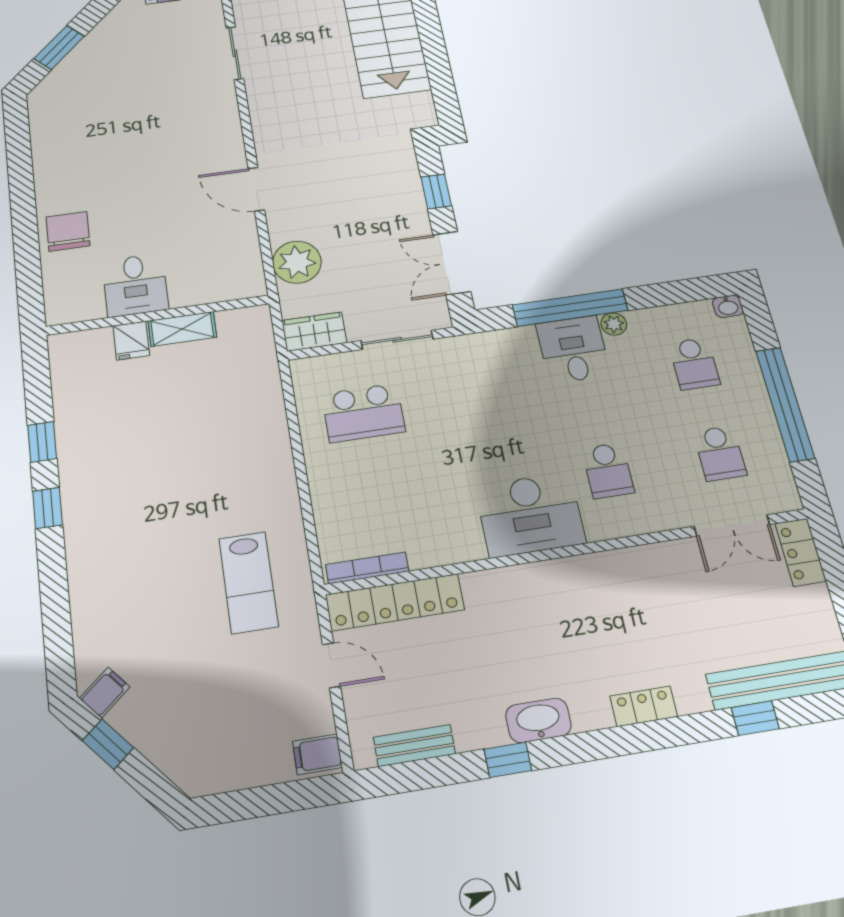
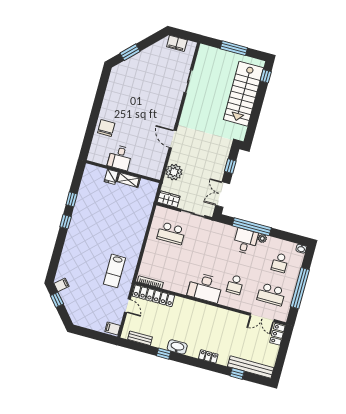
school desk: (720, 453) -> (271, 294), width x1.85

